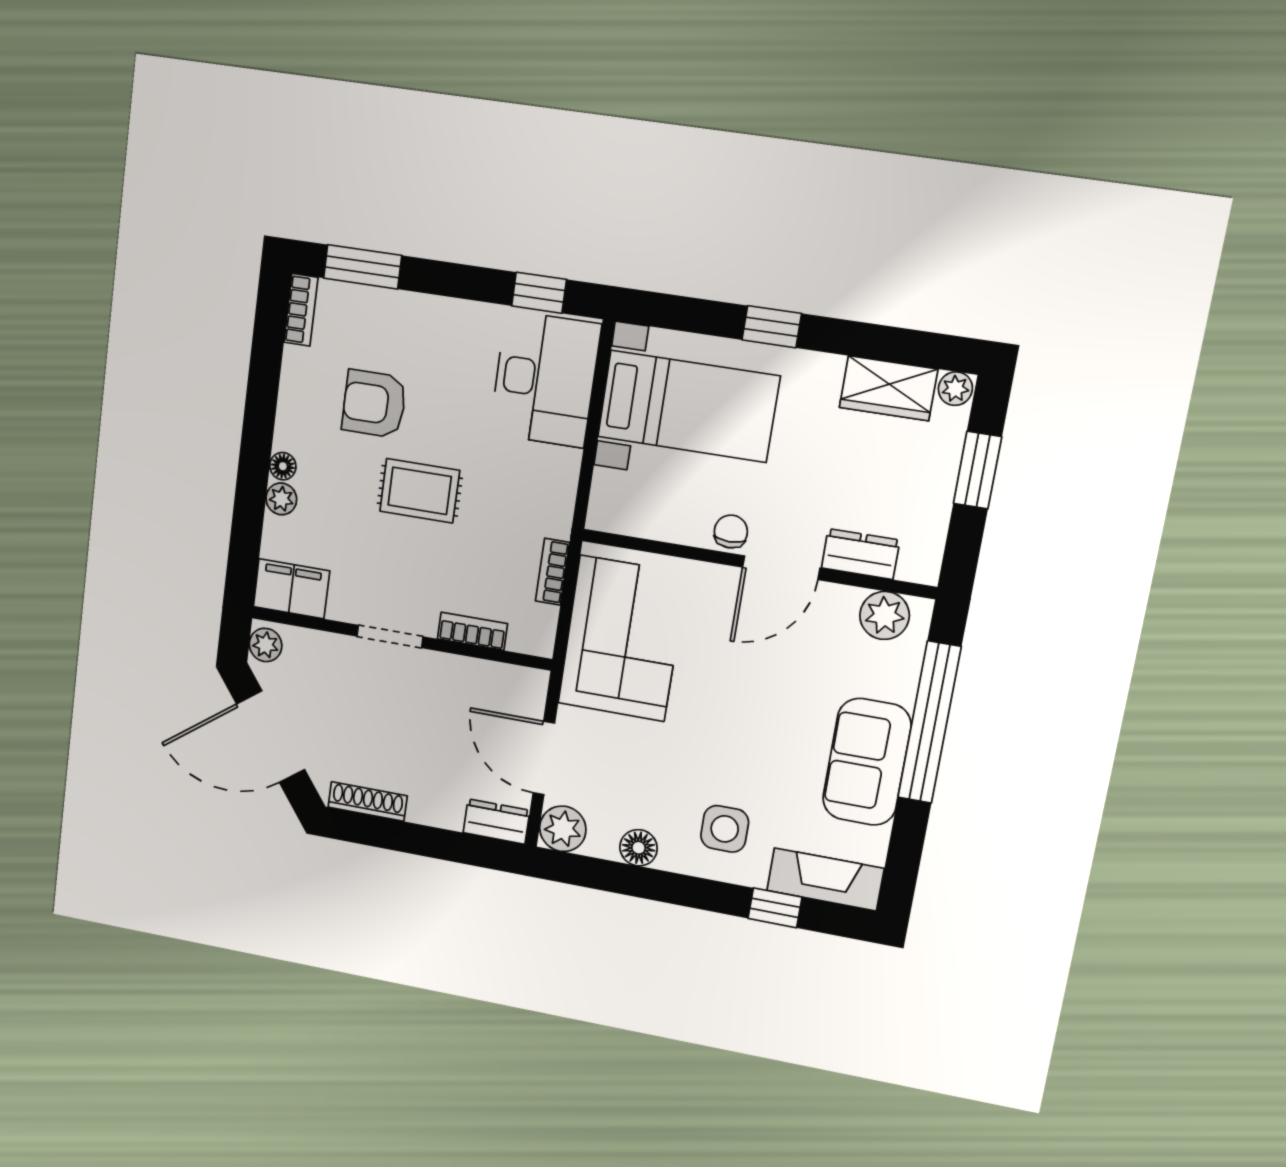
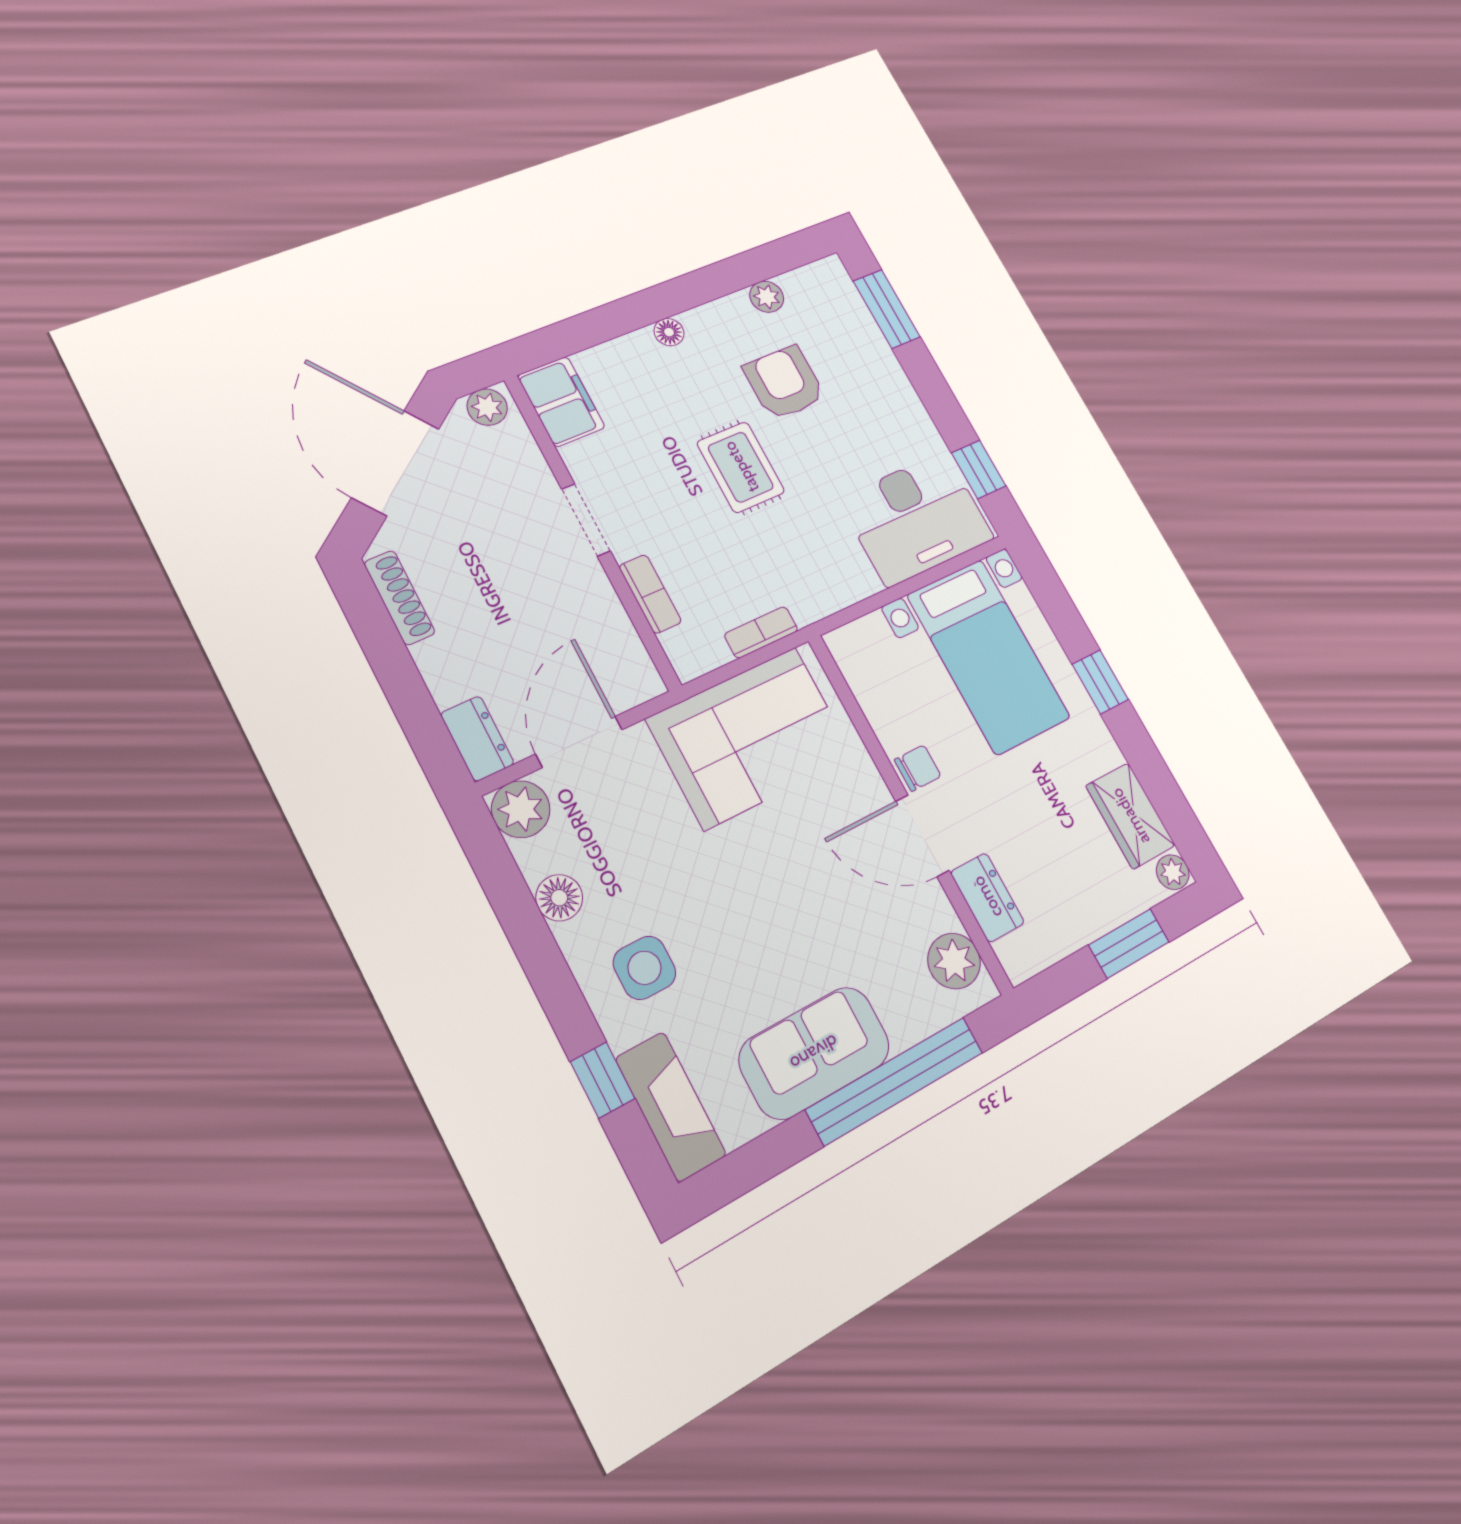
bookcase: (301, 310) -> (813, 276), removed
plant: (281, 499) -> (767, 297), moved

